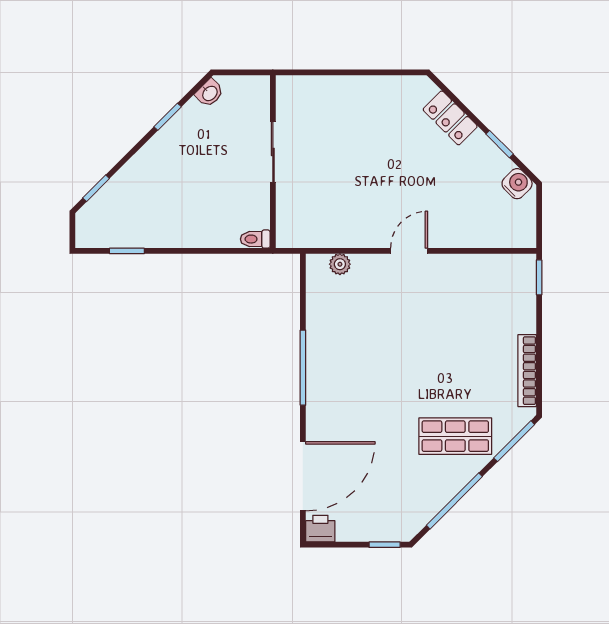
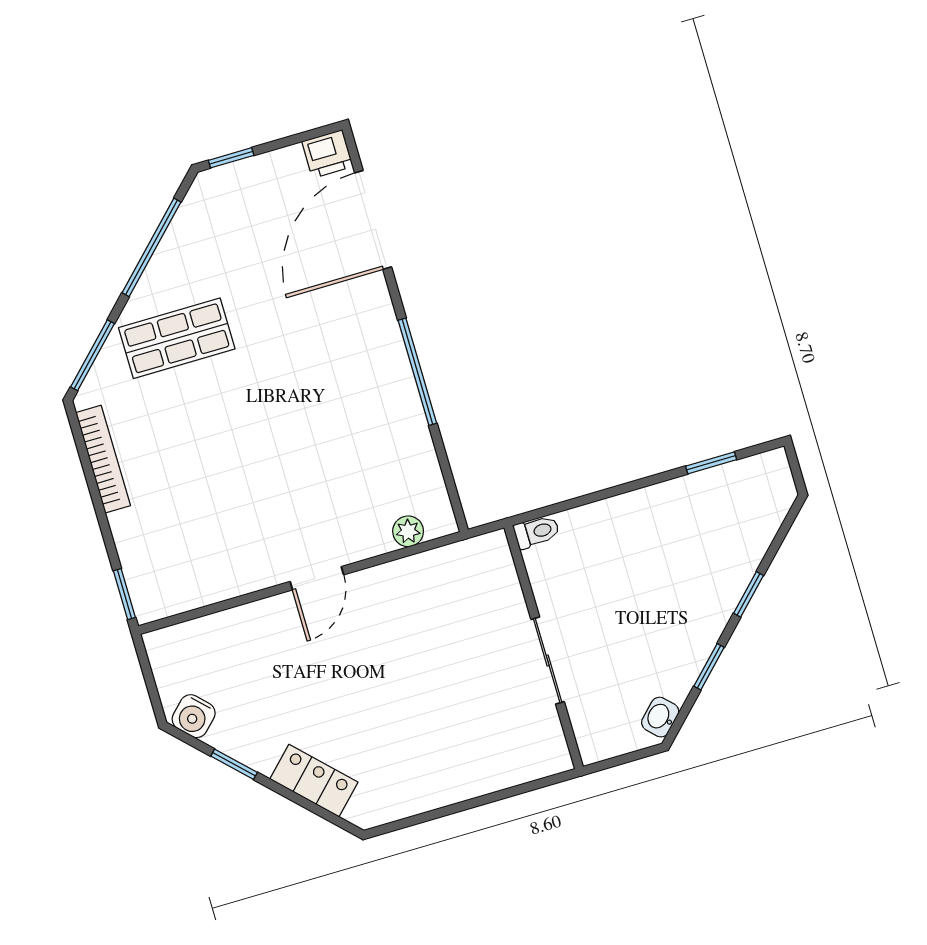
window: (96, 188) -> (749, 594), moved

